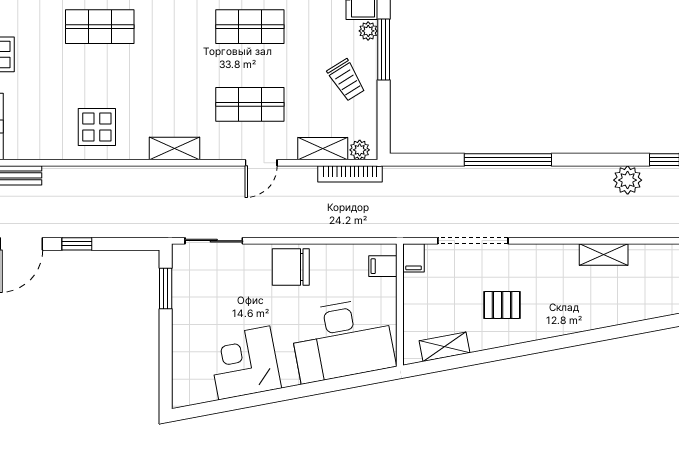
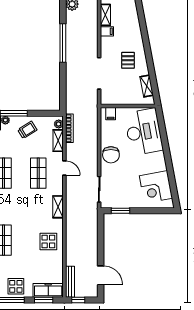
window: (508, 160) -> (63, 43), moved
window: (77, 244) -> (101, 250), removed
filing cabinet: (414, 258) -> (107, 31), moved
corner desk: (244, 363) -> (156, 187), moved

